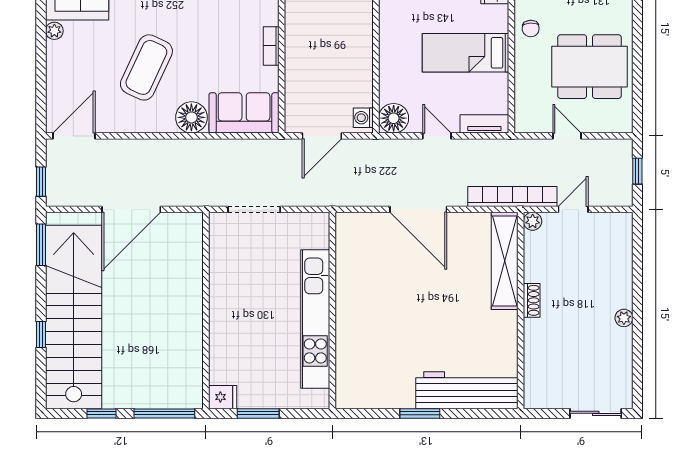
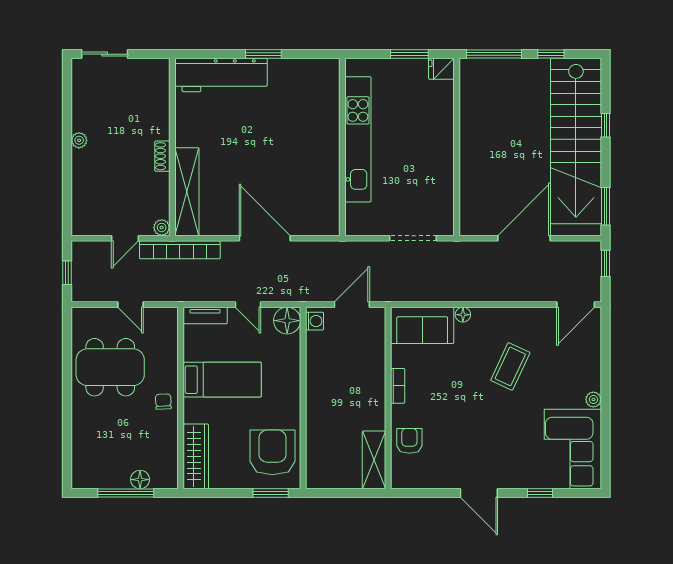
coffee table: (146, 67) -> (510, 366), width x0.73, depth x0.76
floor lamp: (191, 117) -> (463, 315), width x0.53, depth x0.53

